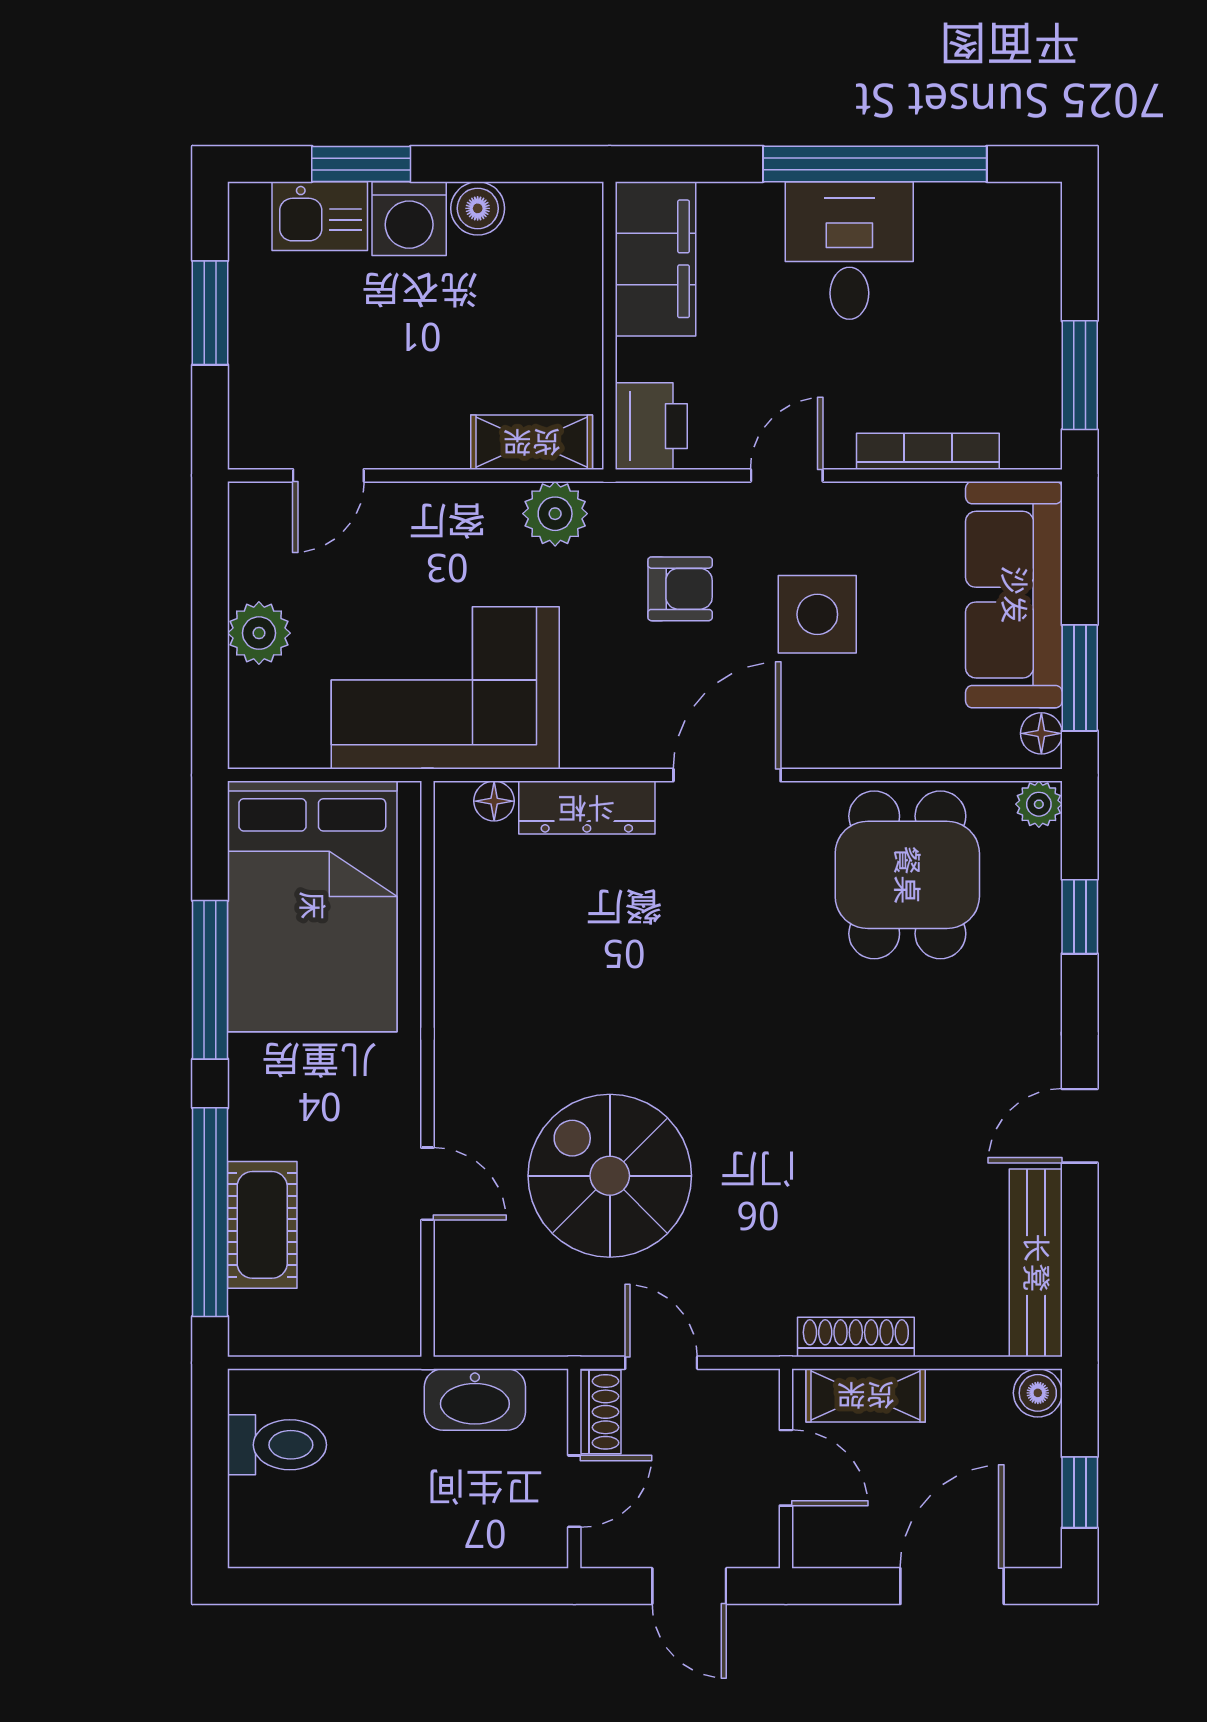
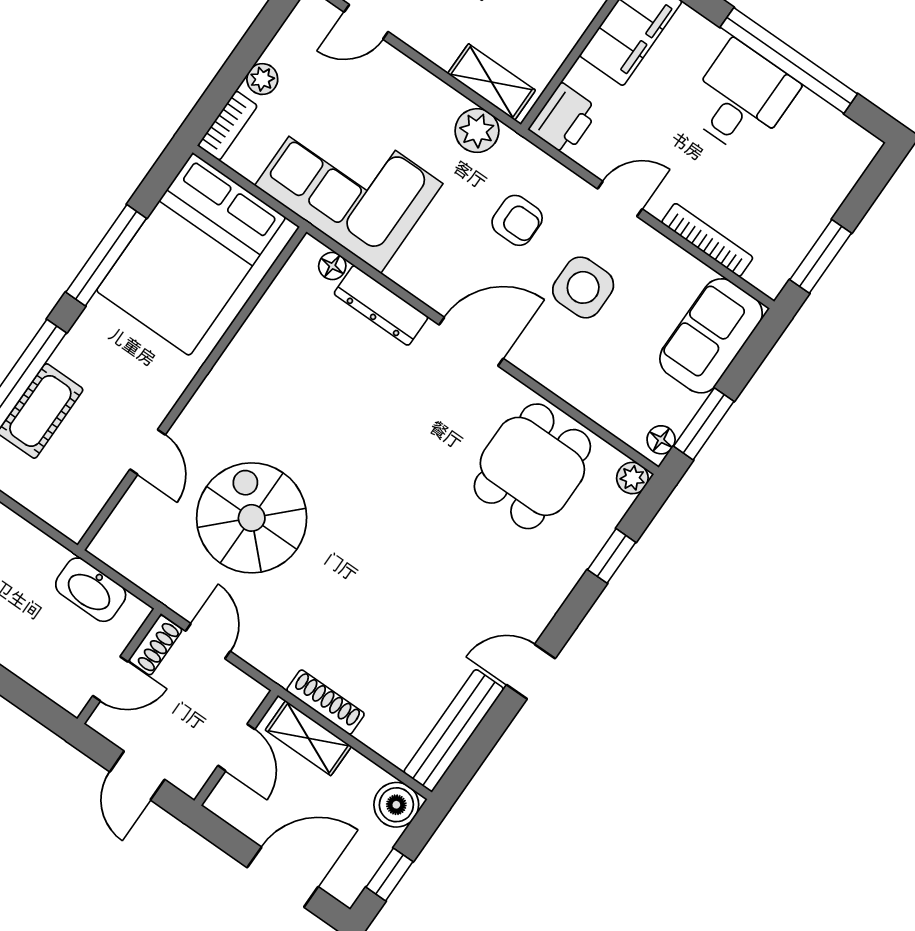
sofa: (1014, 595) -> (711, 336), width x0.73
plant: (259, 633) -> (262, 79), width x0.73, depth x0.73
bookcase: (248, 719) -> (228, 126), added
boiler: (1038, 1393) -> (396, 805), width x1.36, depth x1.36

